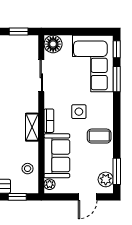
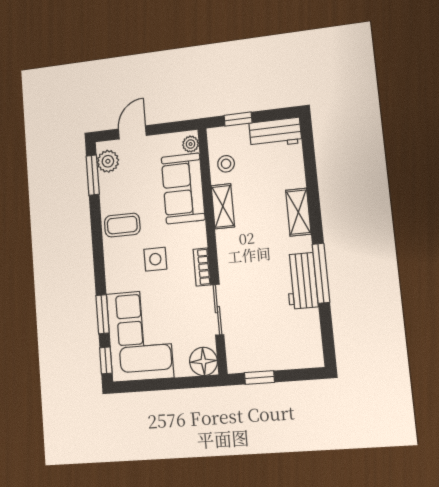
bookcase: (49, 121) -> (202, 267), moved
shelving: (32, 127) -> (223, 206), moved

